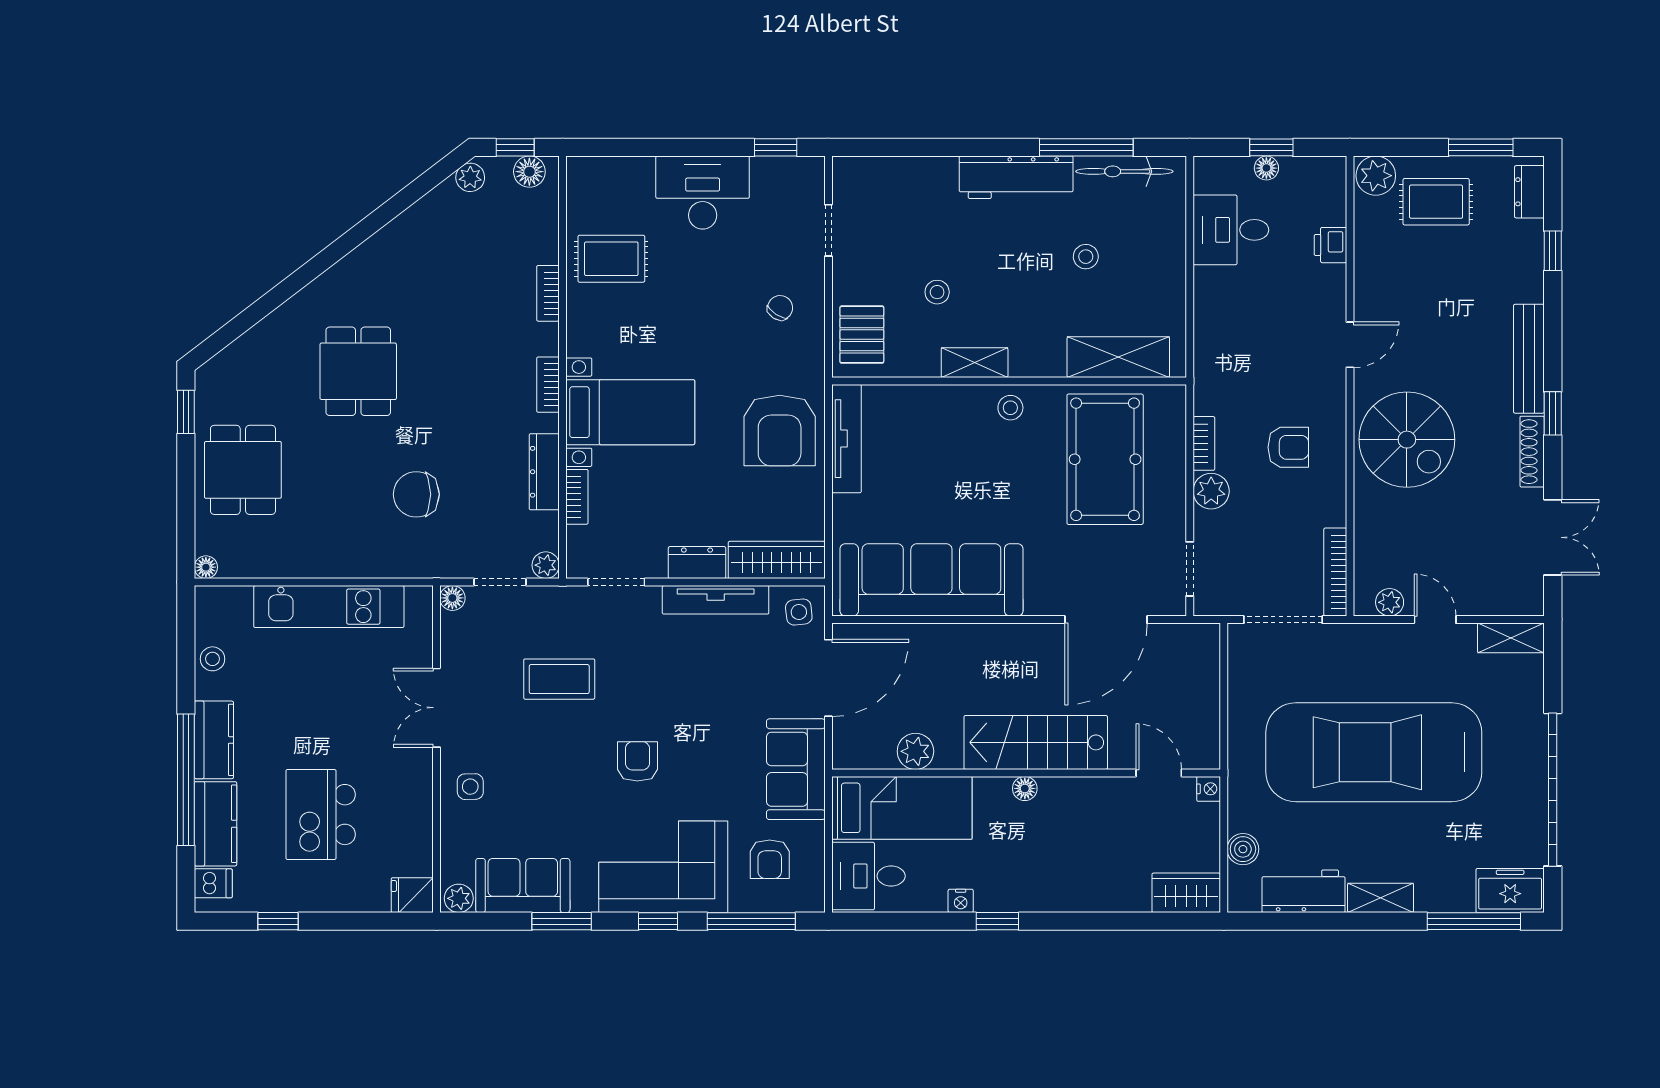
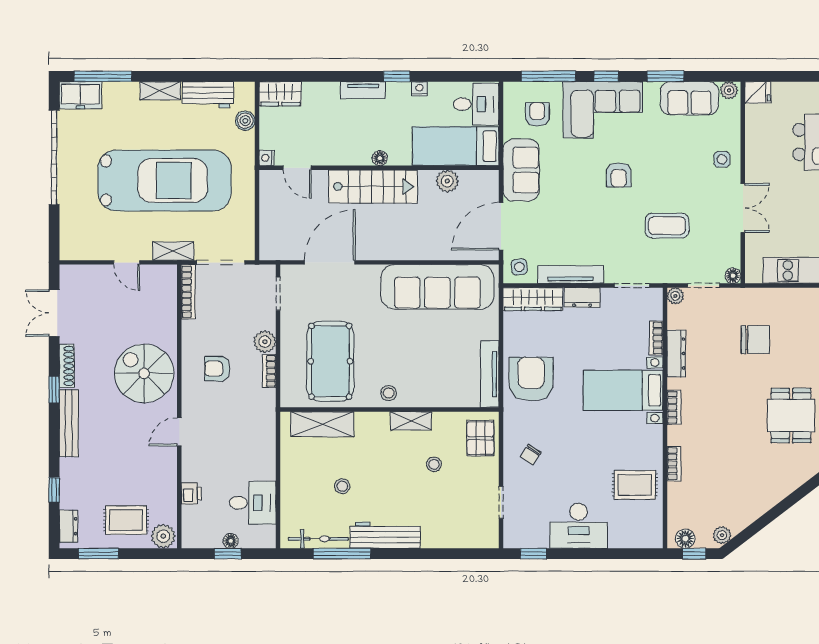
plant: (1390, 602) -> (155, 273), removed
shelving: (1511, 638) -> (173, 251), moved
tv unit: (1052, 899) -> (363, 90), added

